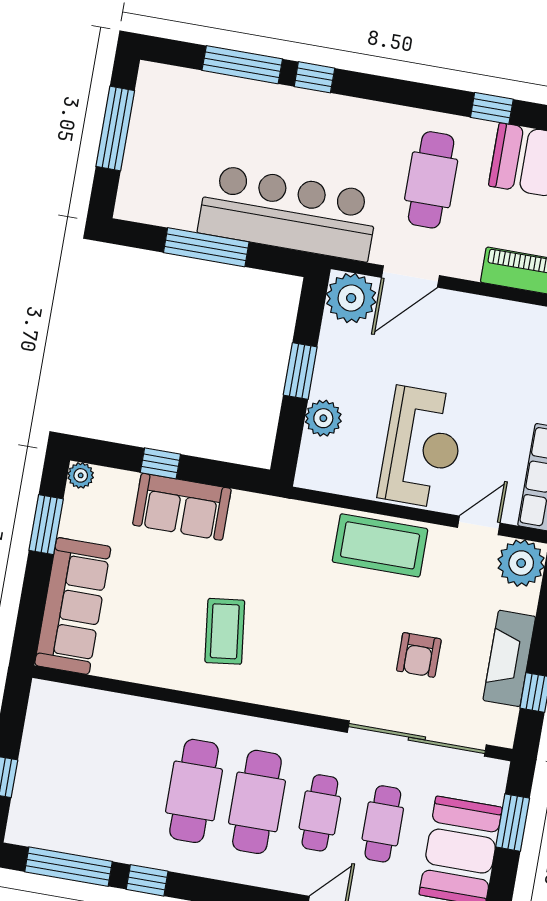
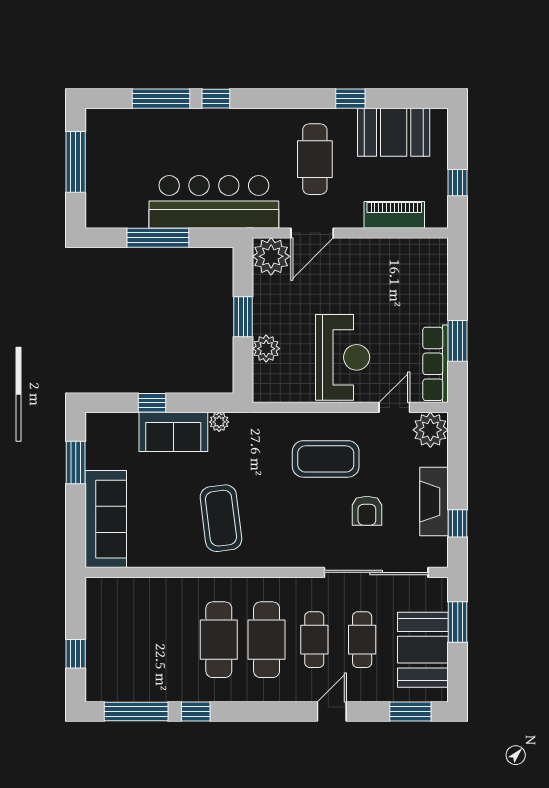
plant: (81, 475) -> (219, 422), moved
coffee table: (380, 545) -> (326, 459), moved
coffee table: (225, 631) -> (221, 518), width x1.36, depth x1.32

